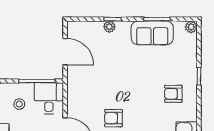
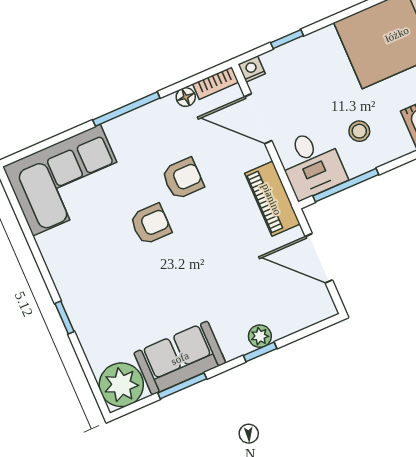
plant: (191, 27) -> (121, 385), width x1.88, depth x1.88
piano: (75, 90) -> (272, 199), added
armchair: (173, 94) -> (151, 224), moved

